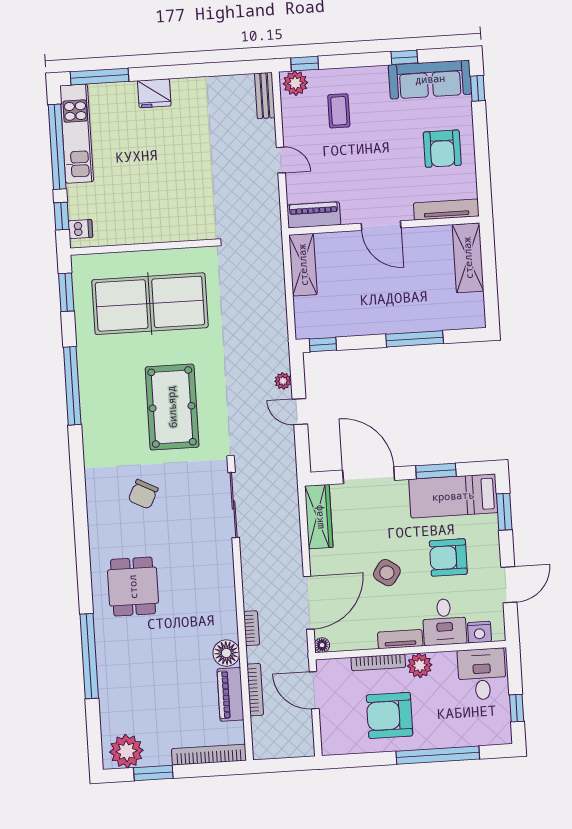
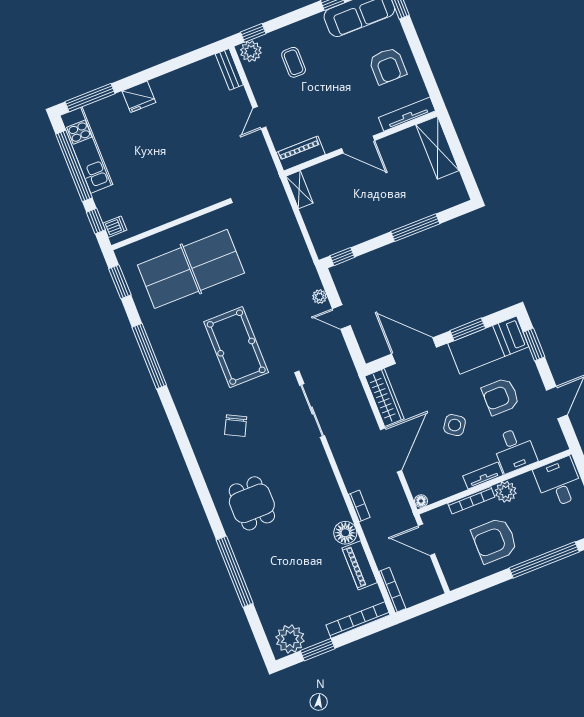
door: (281, 160) -> (259, 118), swing flipped
shelving: (303, 265) -> (299, 190), width x0.67, depth x0.75
door: (309, 603) -> (391, 450), moved
nightstand: (479, 632) -> (546, 449), removed
bookcase: (255, 690) -> (392, 590), moved

